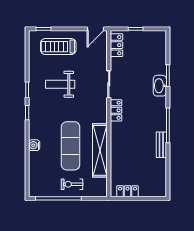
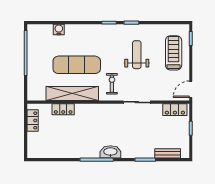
door: (95, 29) -> (191, 89), hinge flipped
washbasin: (160, 86) -> (110, 152), moved
locker: (116, 110) -> (63, 109), moved
water cooler: (34, 145) -> (59, 29), moved
bench: (161, 145) -> (168, 153), moved
exercise bike: (72, 184) -> (112, 84), moved

